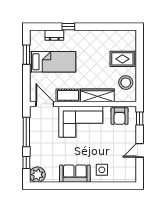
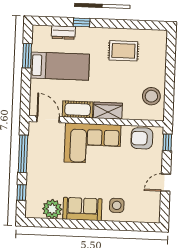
rug: (122, 59) -> (123, 51), moved
wardrobe: (97, 95) -> (108, 111), width x0.67
armchair: (120, 116) -> (142, 138), turned 90
plant: (37, 175) -> (52, 209), moved

